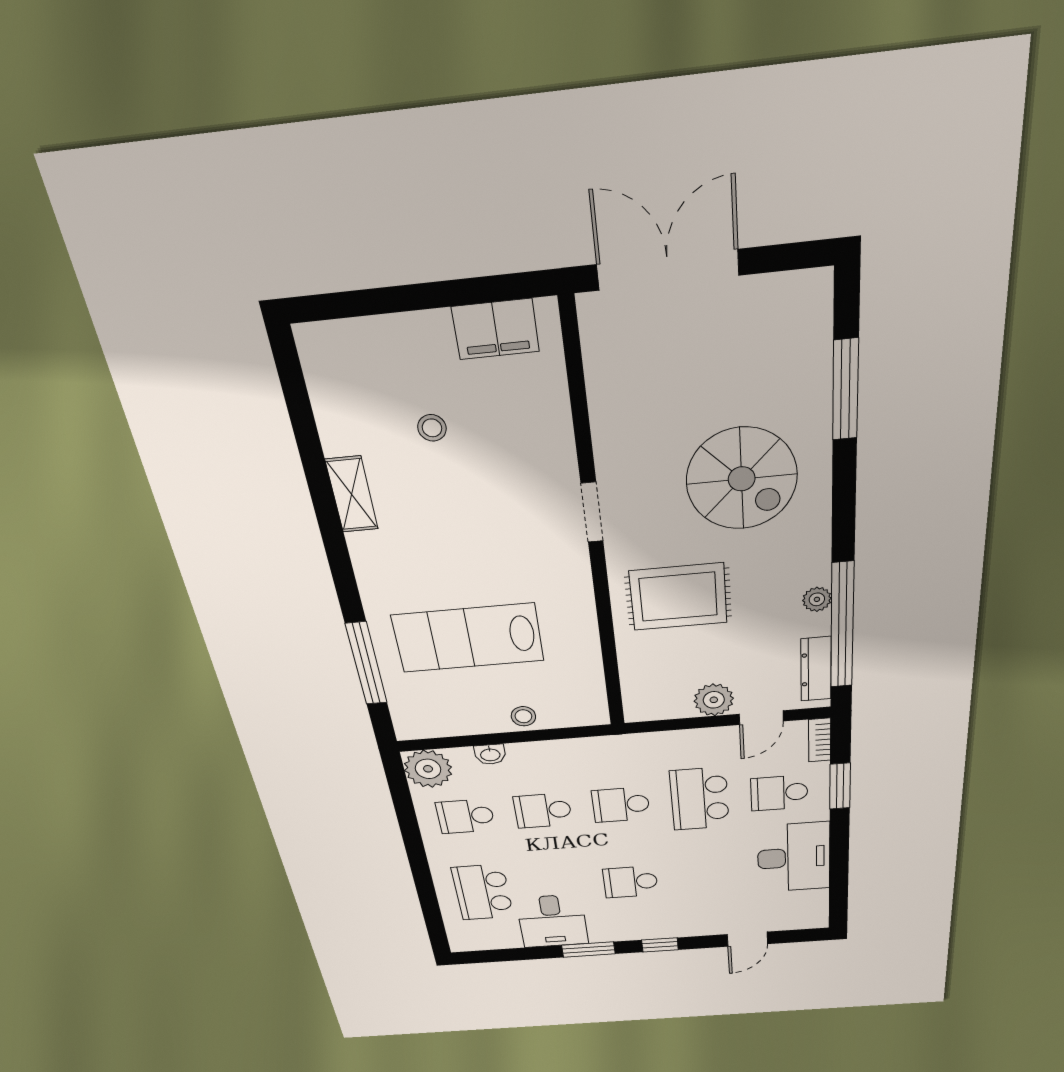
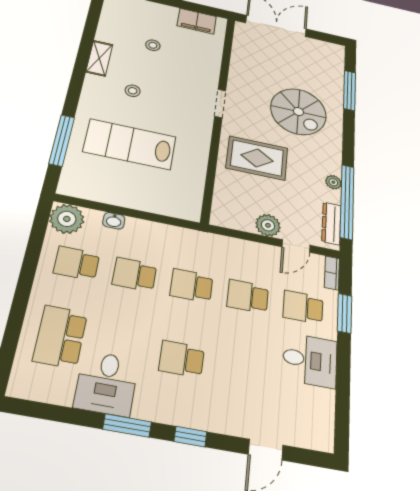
stool: (523, 716) -> (133, 91), moved
school desk: (700, 799) -> (248, 296), width x0.54
desk: (794, 857) -> (310, 360), width x0.73

